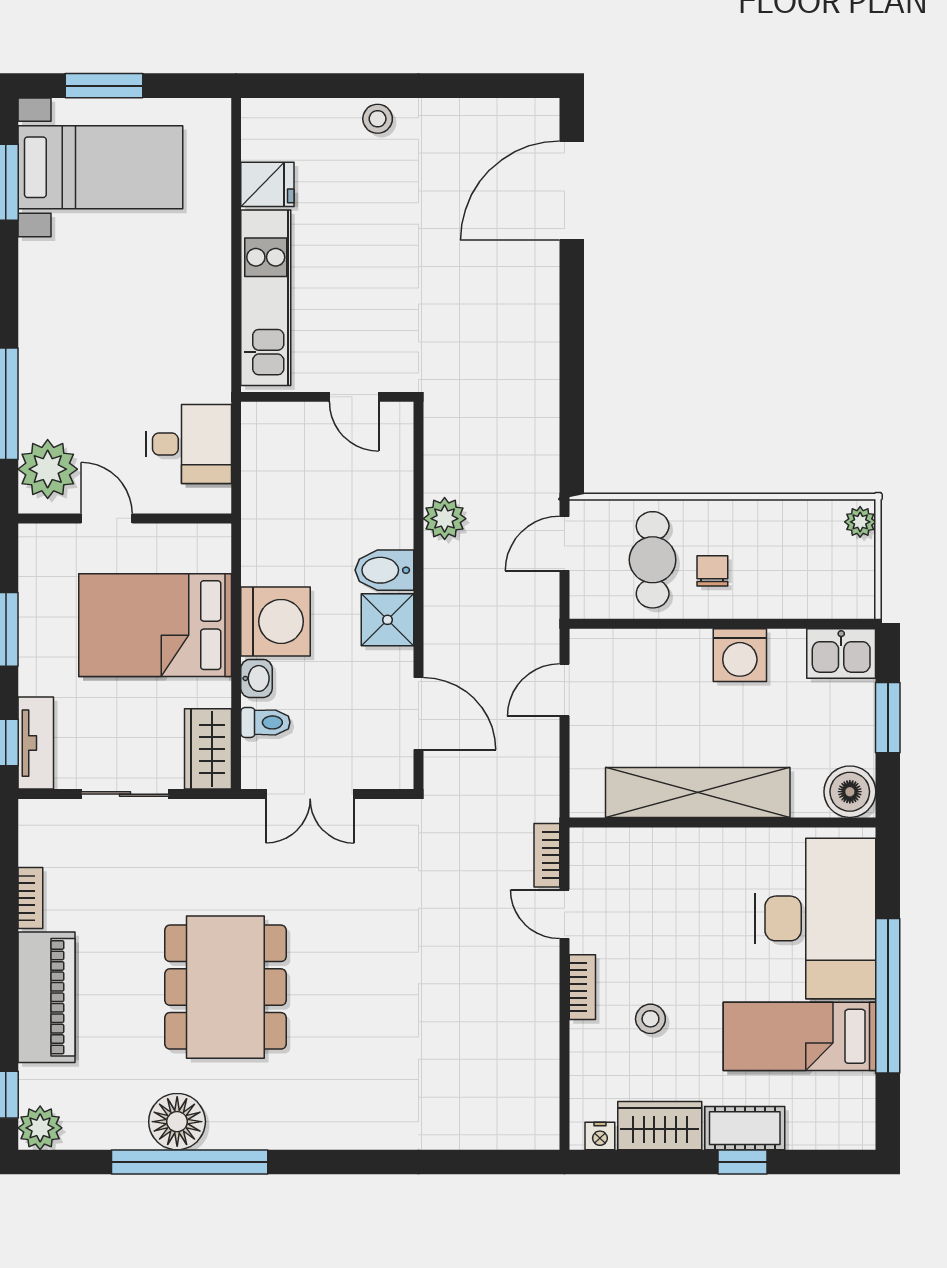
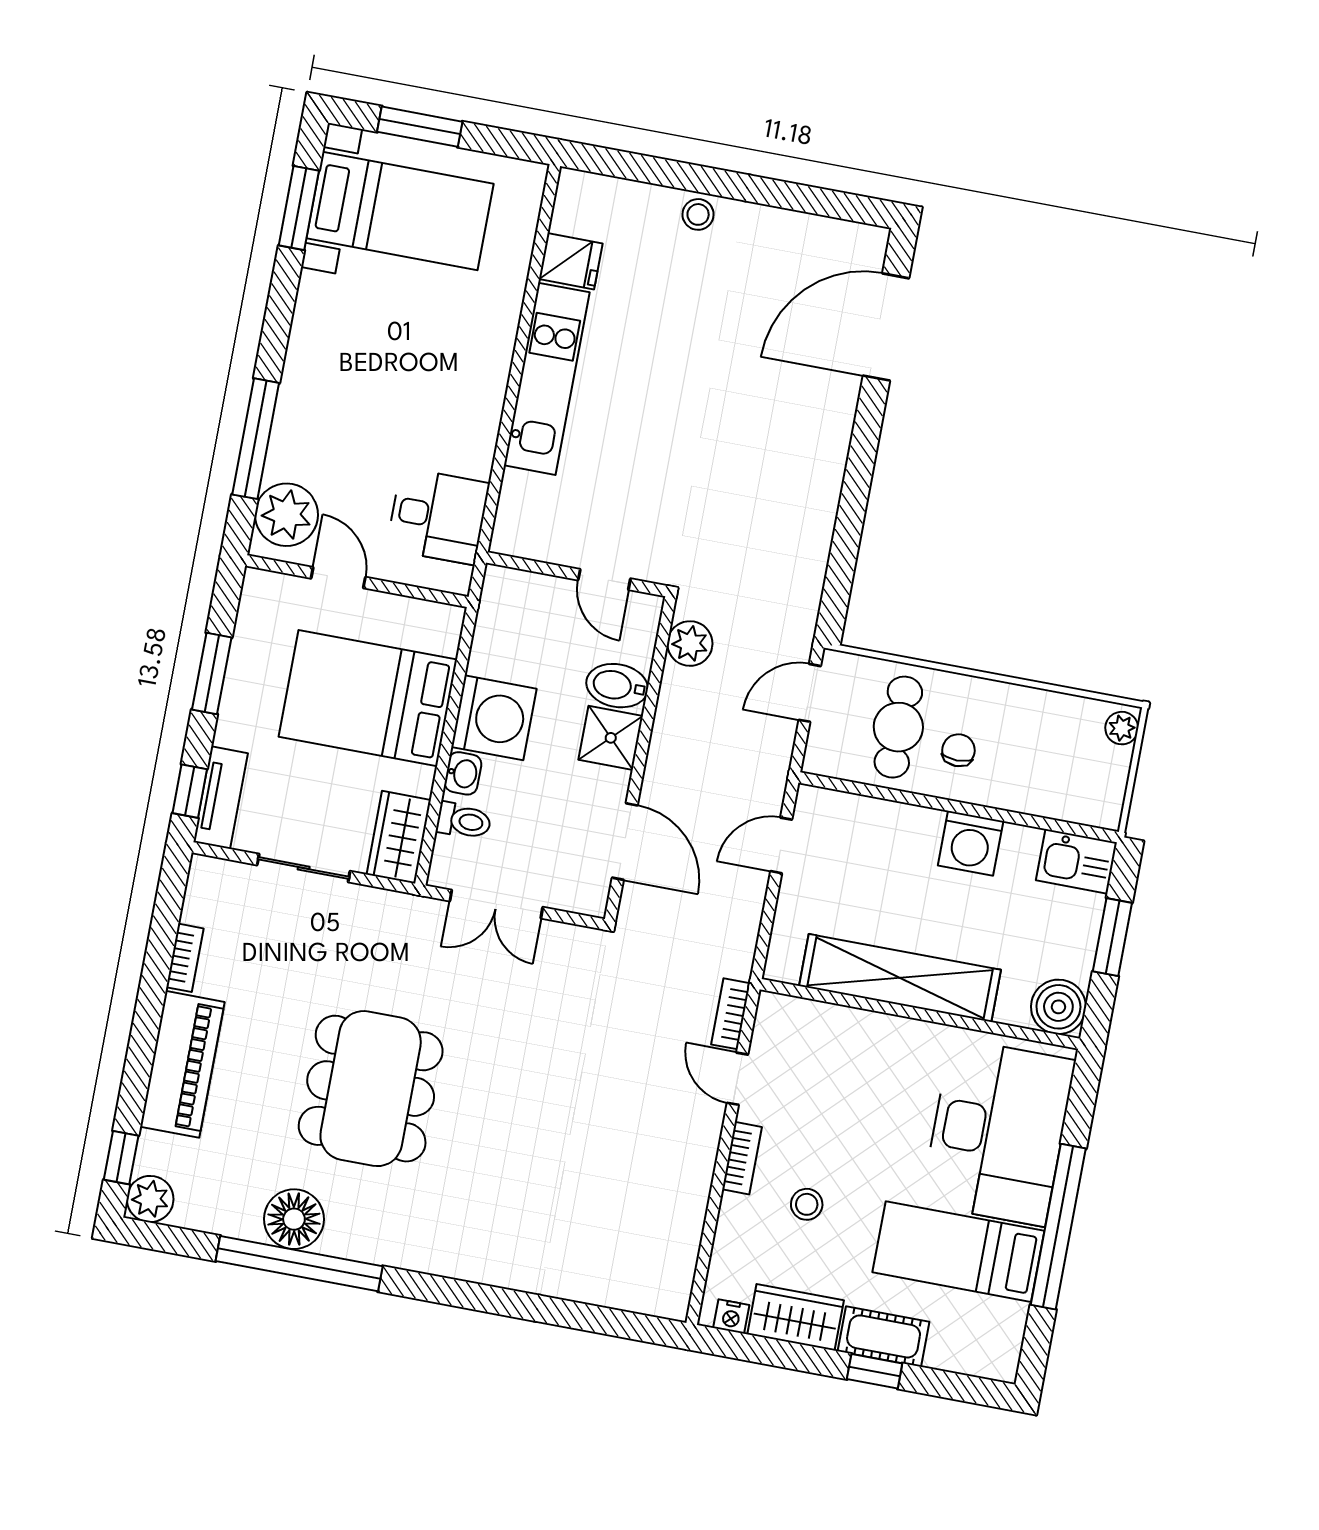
wall: (327, 397) -> (577, 574), moved
door: (354, 397) -> (604, 579), moved

